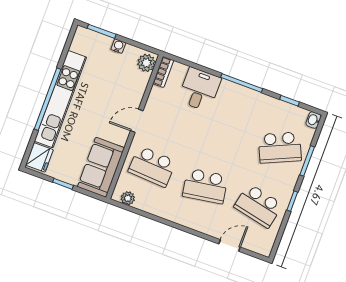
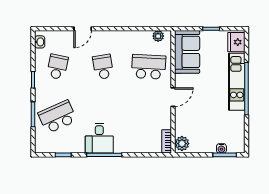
water cooler: (118, 46) -> (221, 148), moved
desk: (199, 89) -> (99, 138), moved
kitchen unit: (60, 99) -> (237, 82), width x0.73
washbasin: (313, 120) -> (40, 42), moved
school desk: (205, 186) -> (103, 67), width x0.54
school desk: (258, 206) -> (57, 67), width x0.54
door: (230, 245) -> (83, 29), moved

